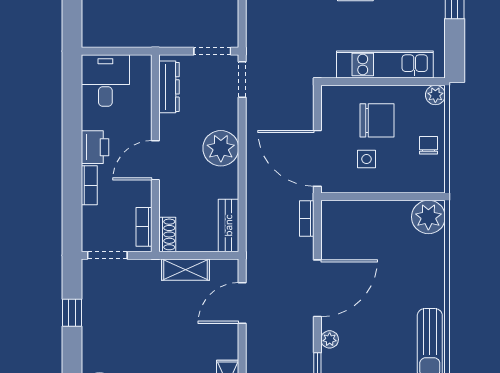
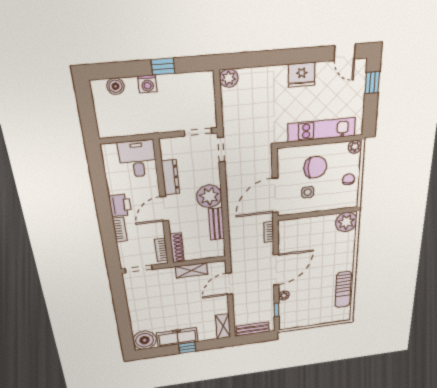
desk: (105, 80) -> (138, 159), moved
dresser: (169, 87) -> (170, 177), moved
door: (317, 158) -> (275, 195), hinge flipped
bench: (229, 225) -> (217, 224), moved
shoe rack: (167, 234) -> (177, 248), width x1.43
window: (72, 313) -> (120, 303), removed

